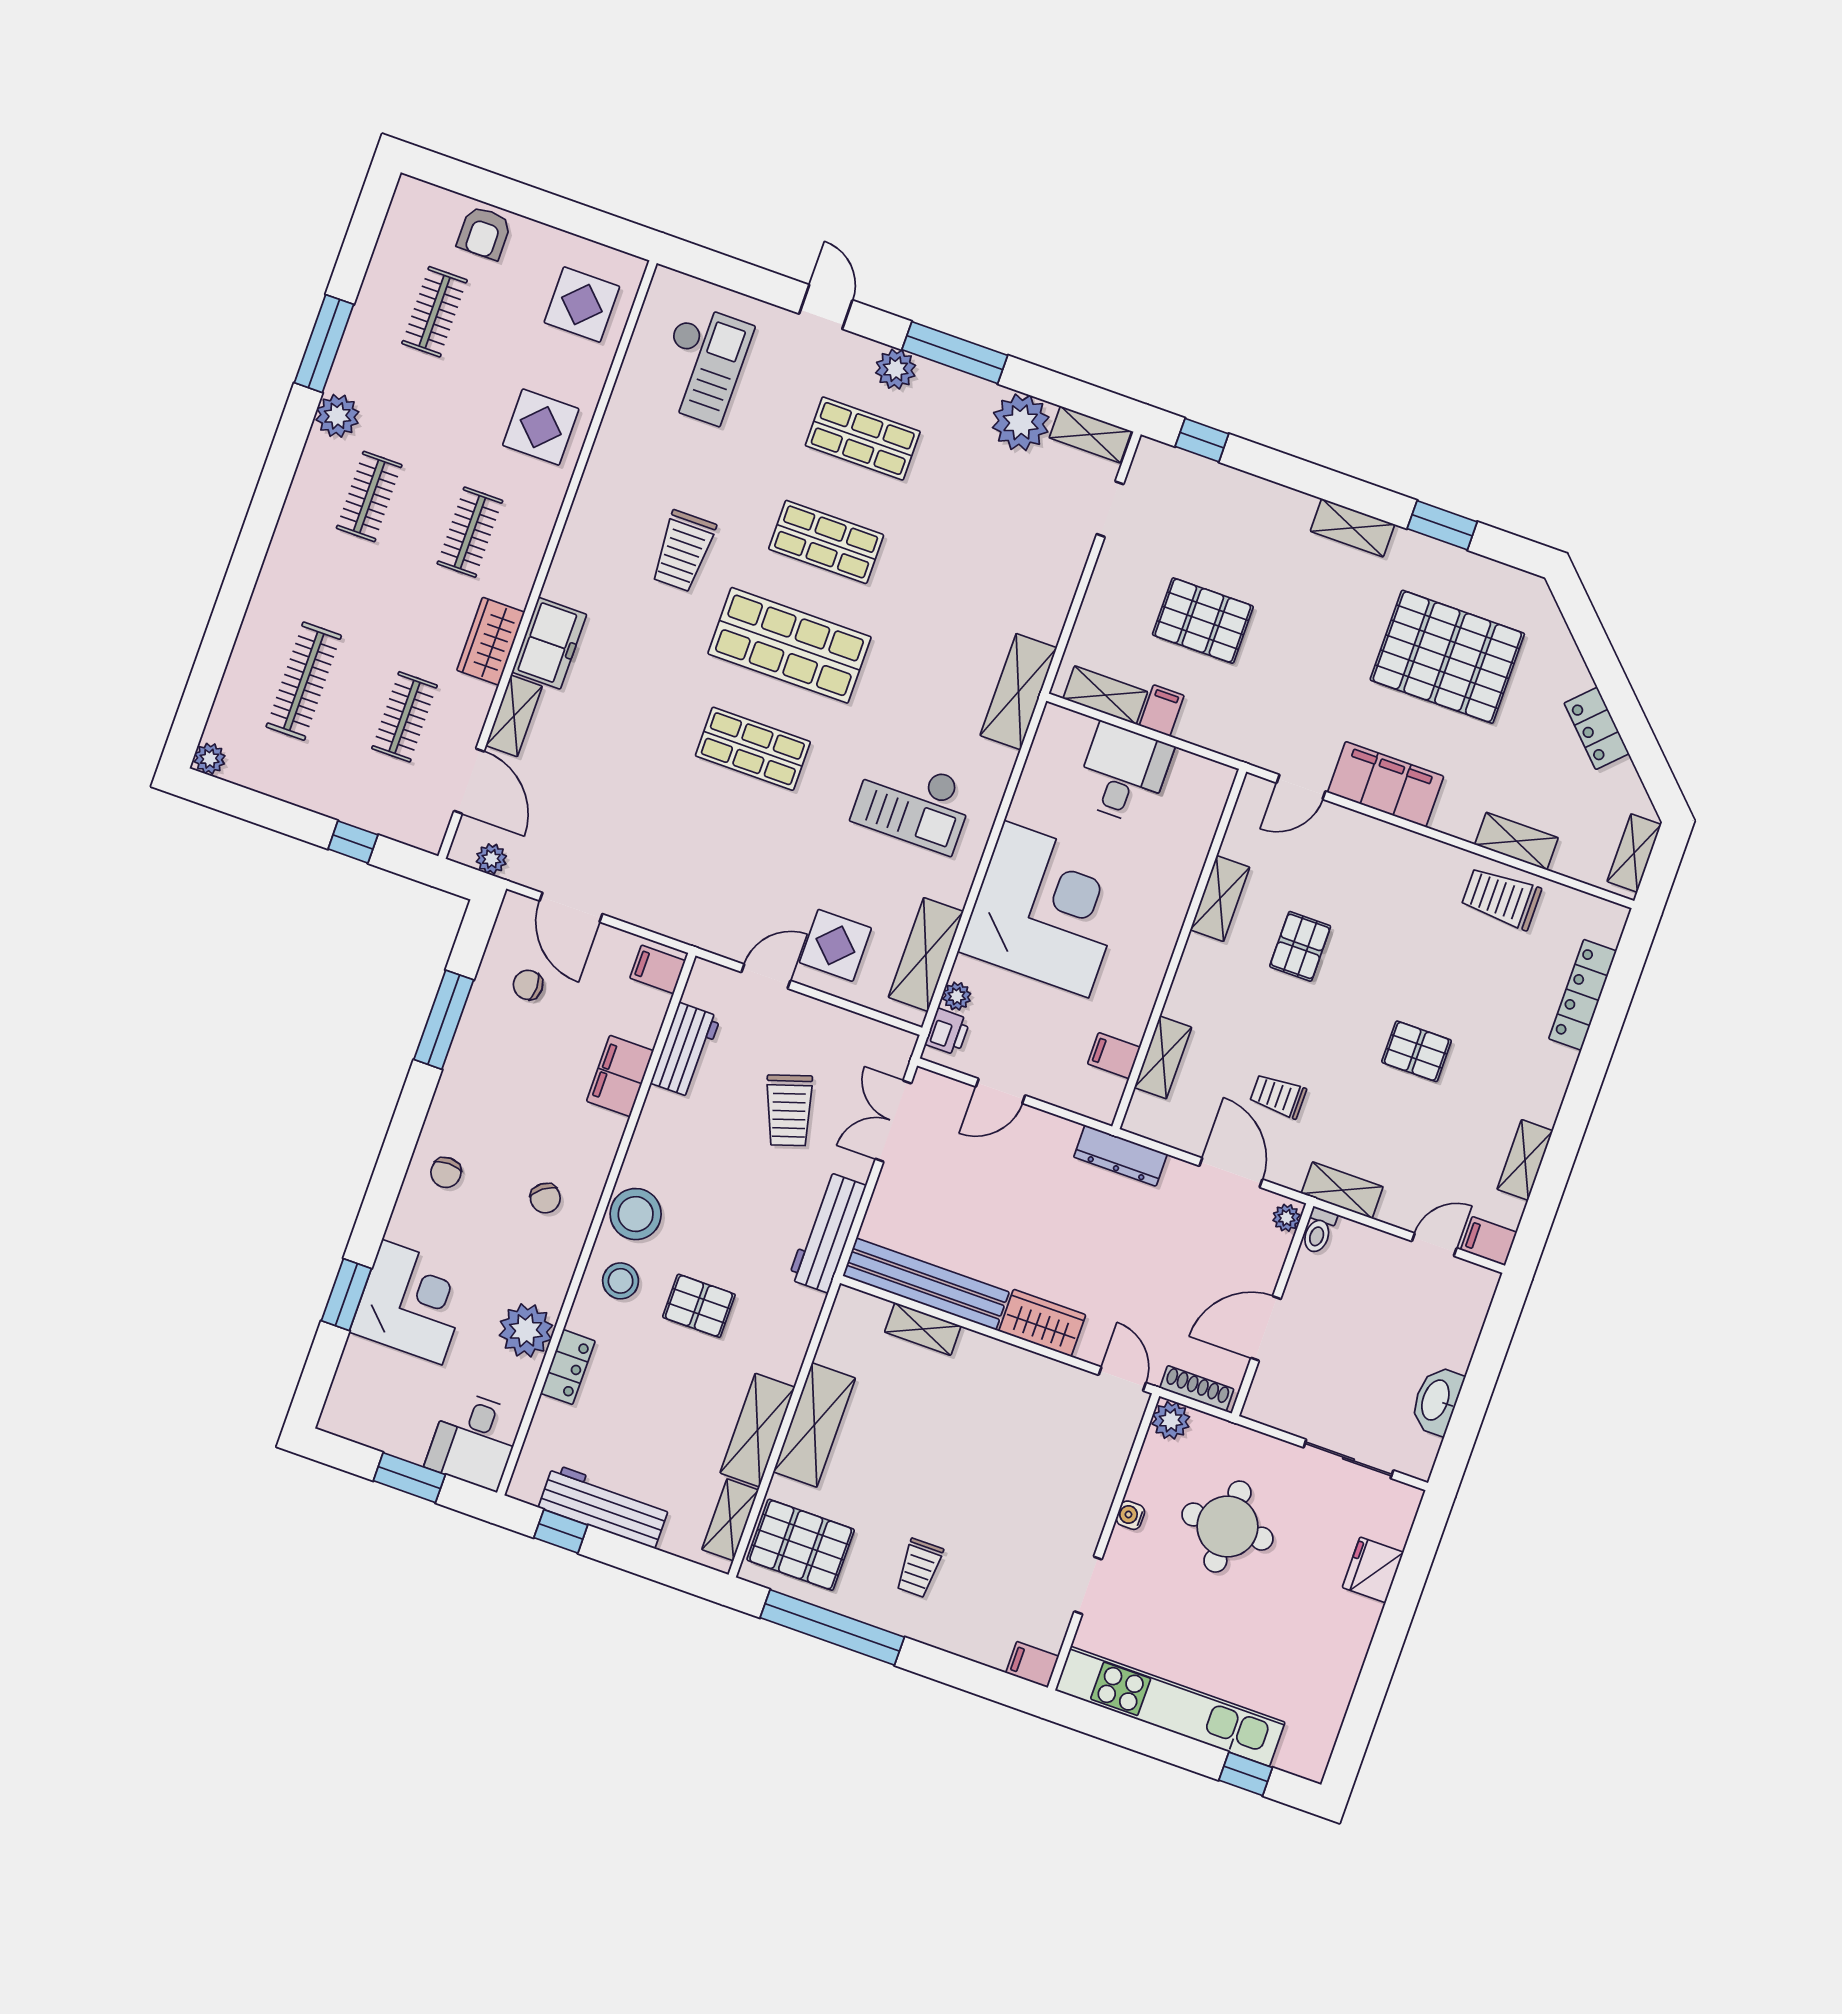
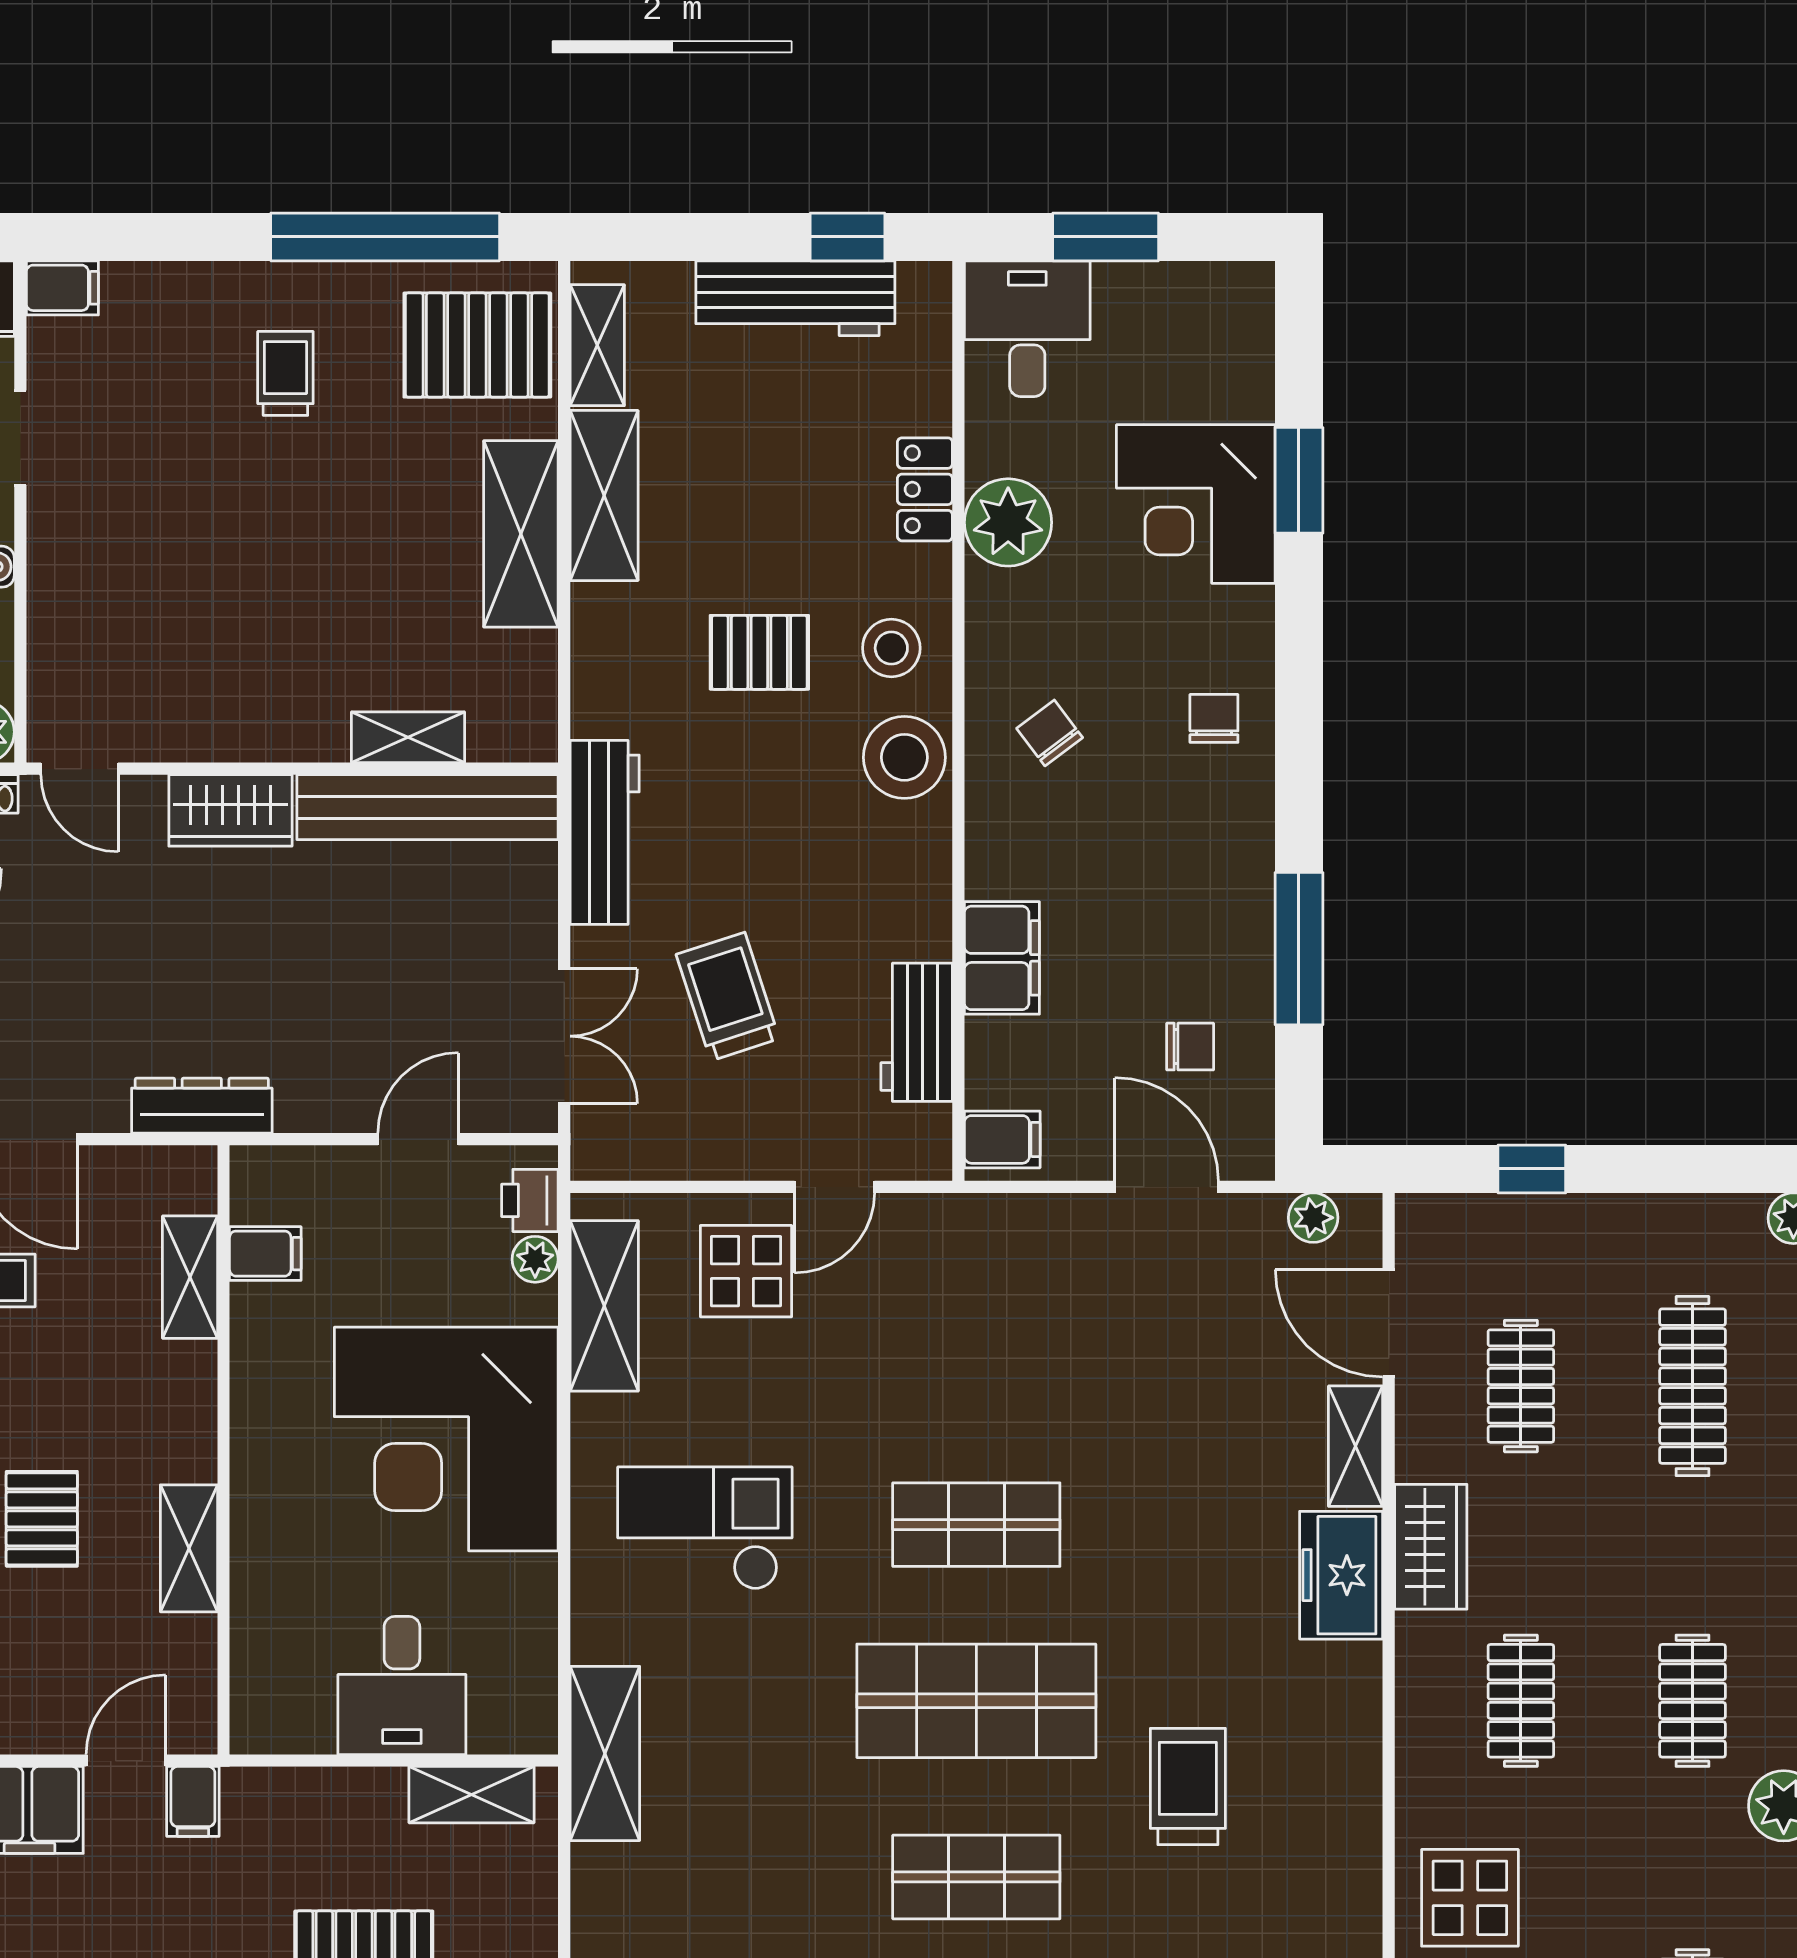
filing cabinet: (1162, 711) -> (193, 1801), moved

